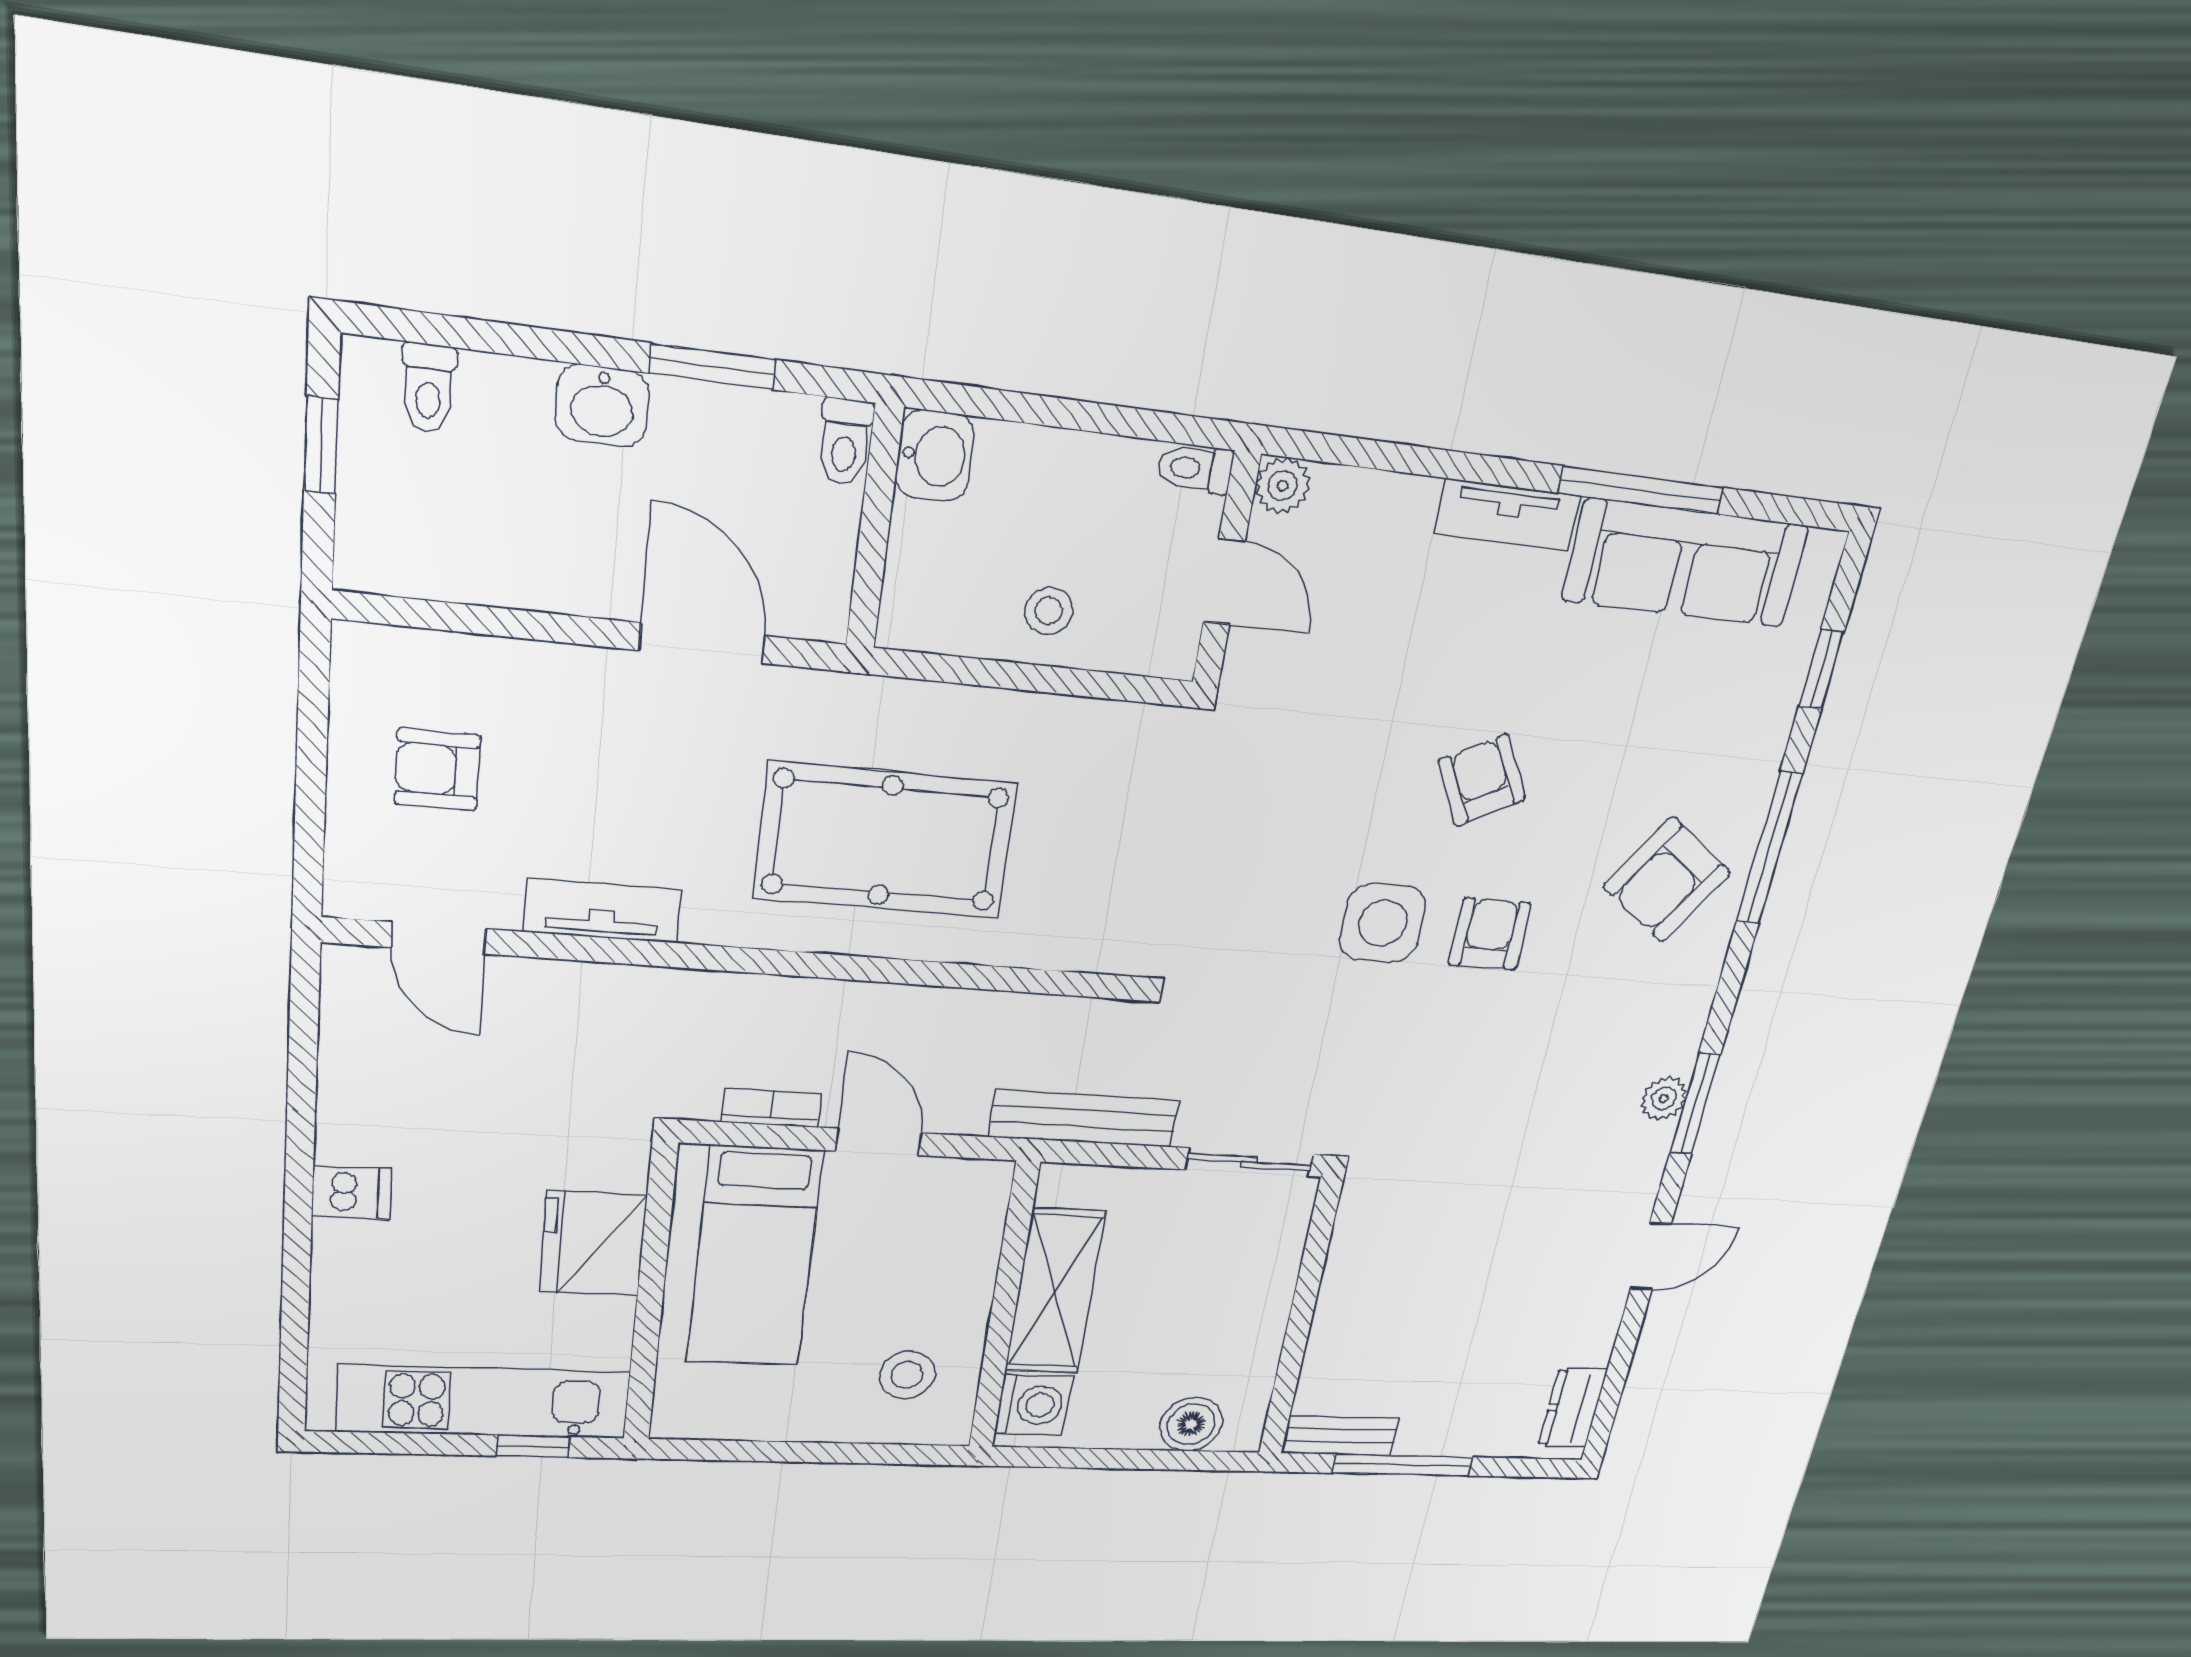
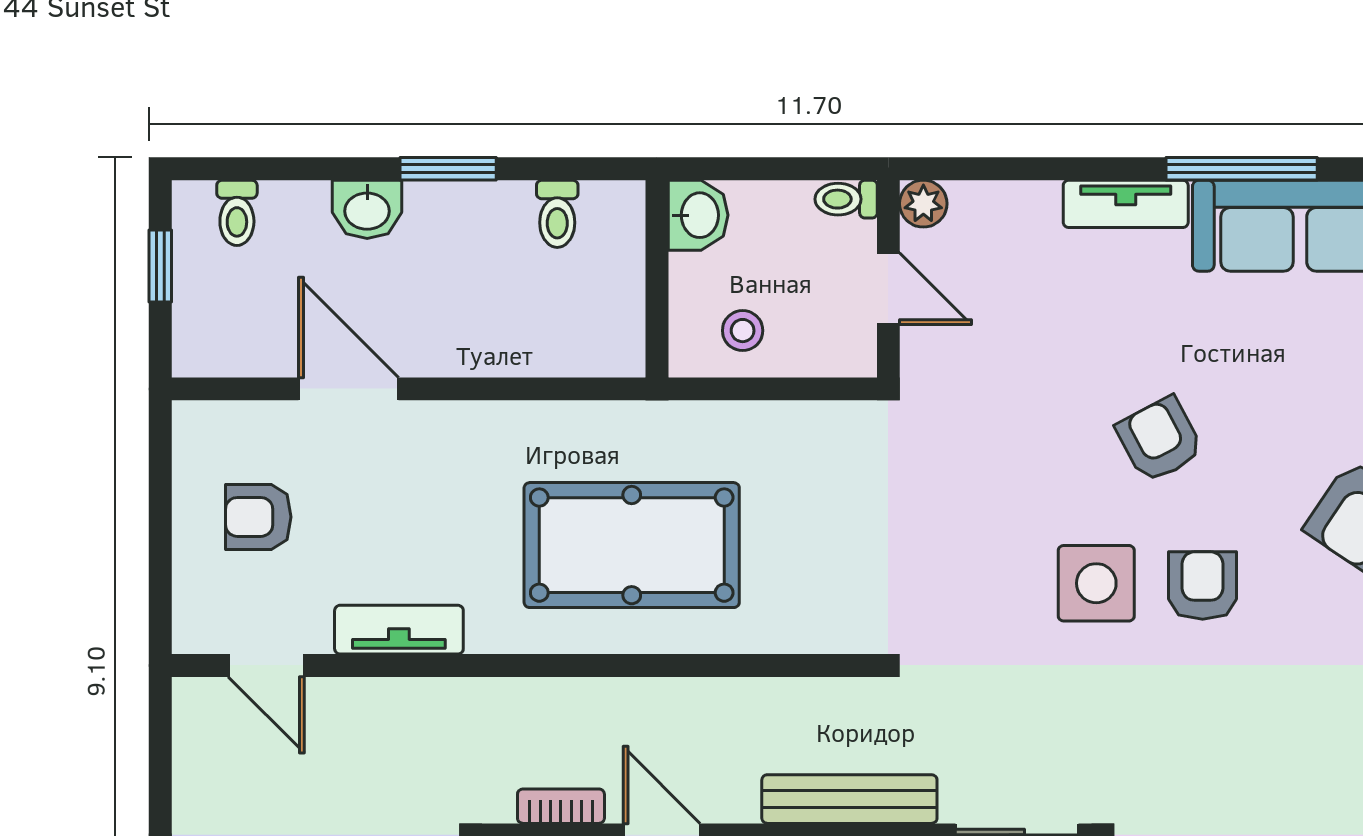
washbasin: (935, 456) -> (698, 215), moved
wall: (875, 528) -> (657, 279), moved
door: (702, 643) -> (349, 389), moved

